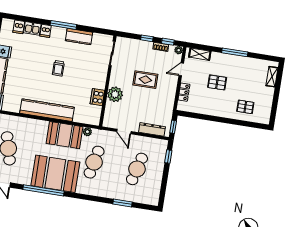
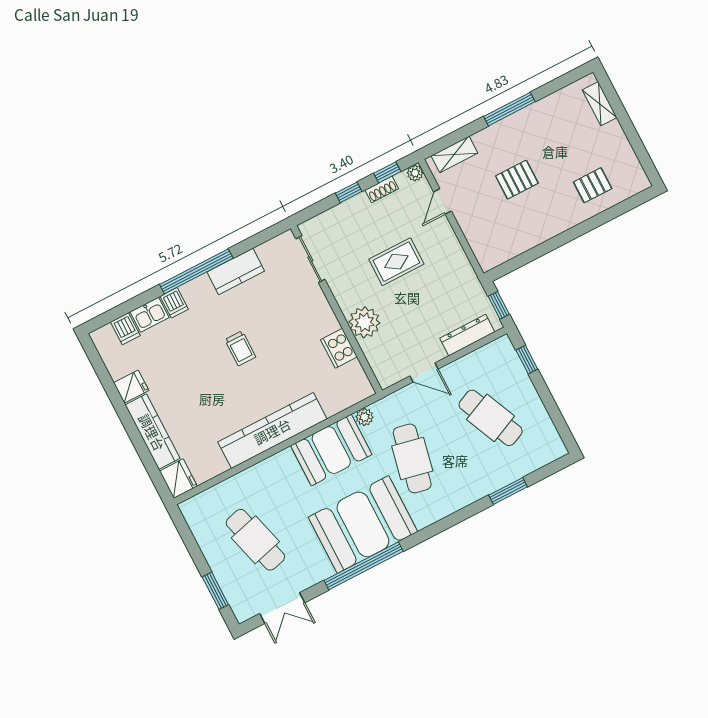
window: (63, 25) -> (196, 271), width x1.46
locker: (184, 92) -> (474, 235), removed
cafe table: (137, 169) -> (491, 418), turned -39

